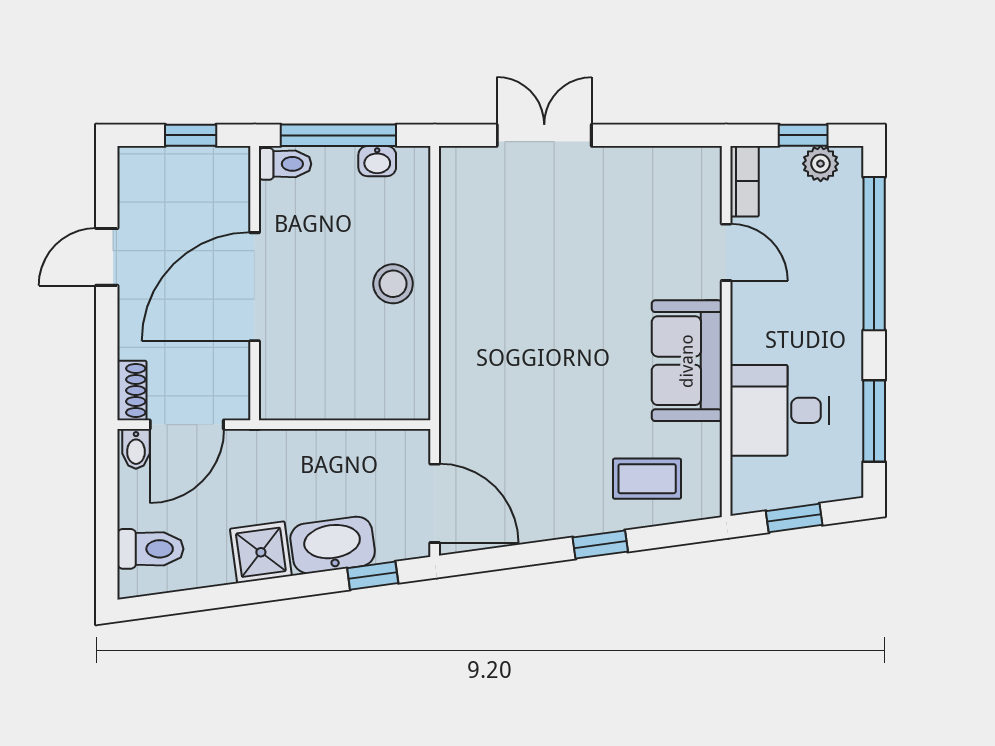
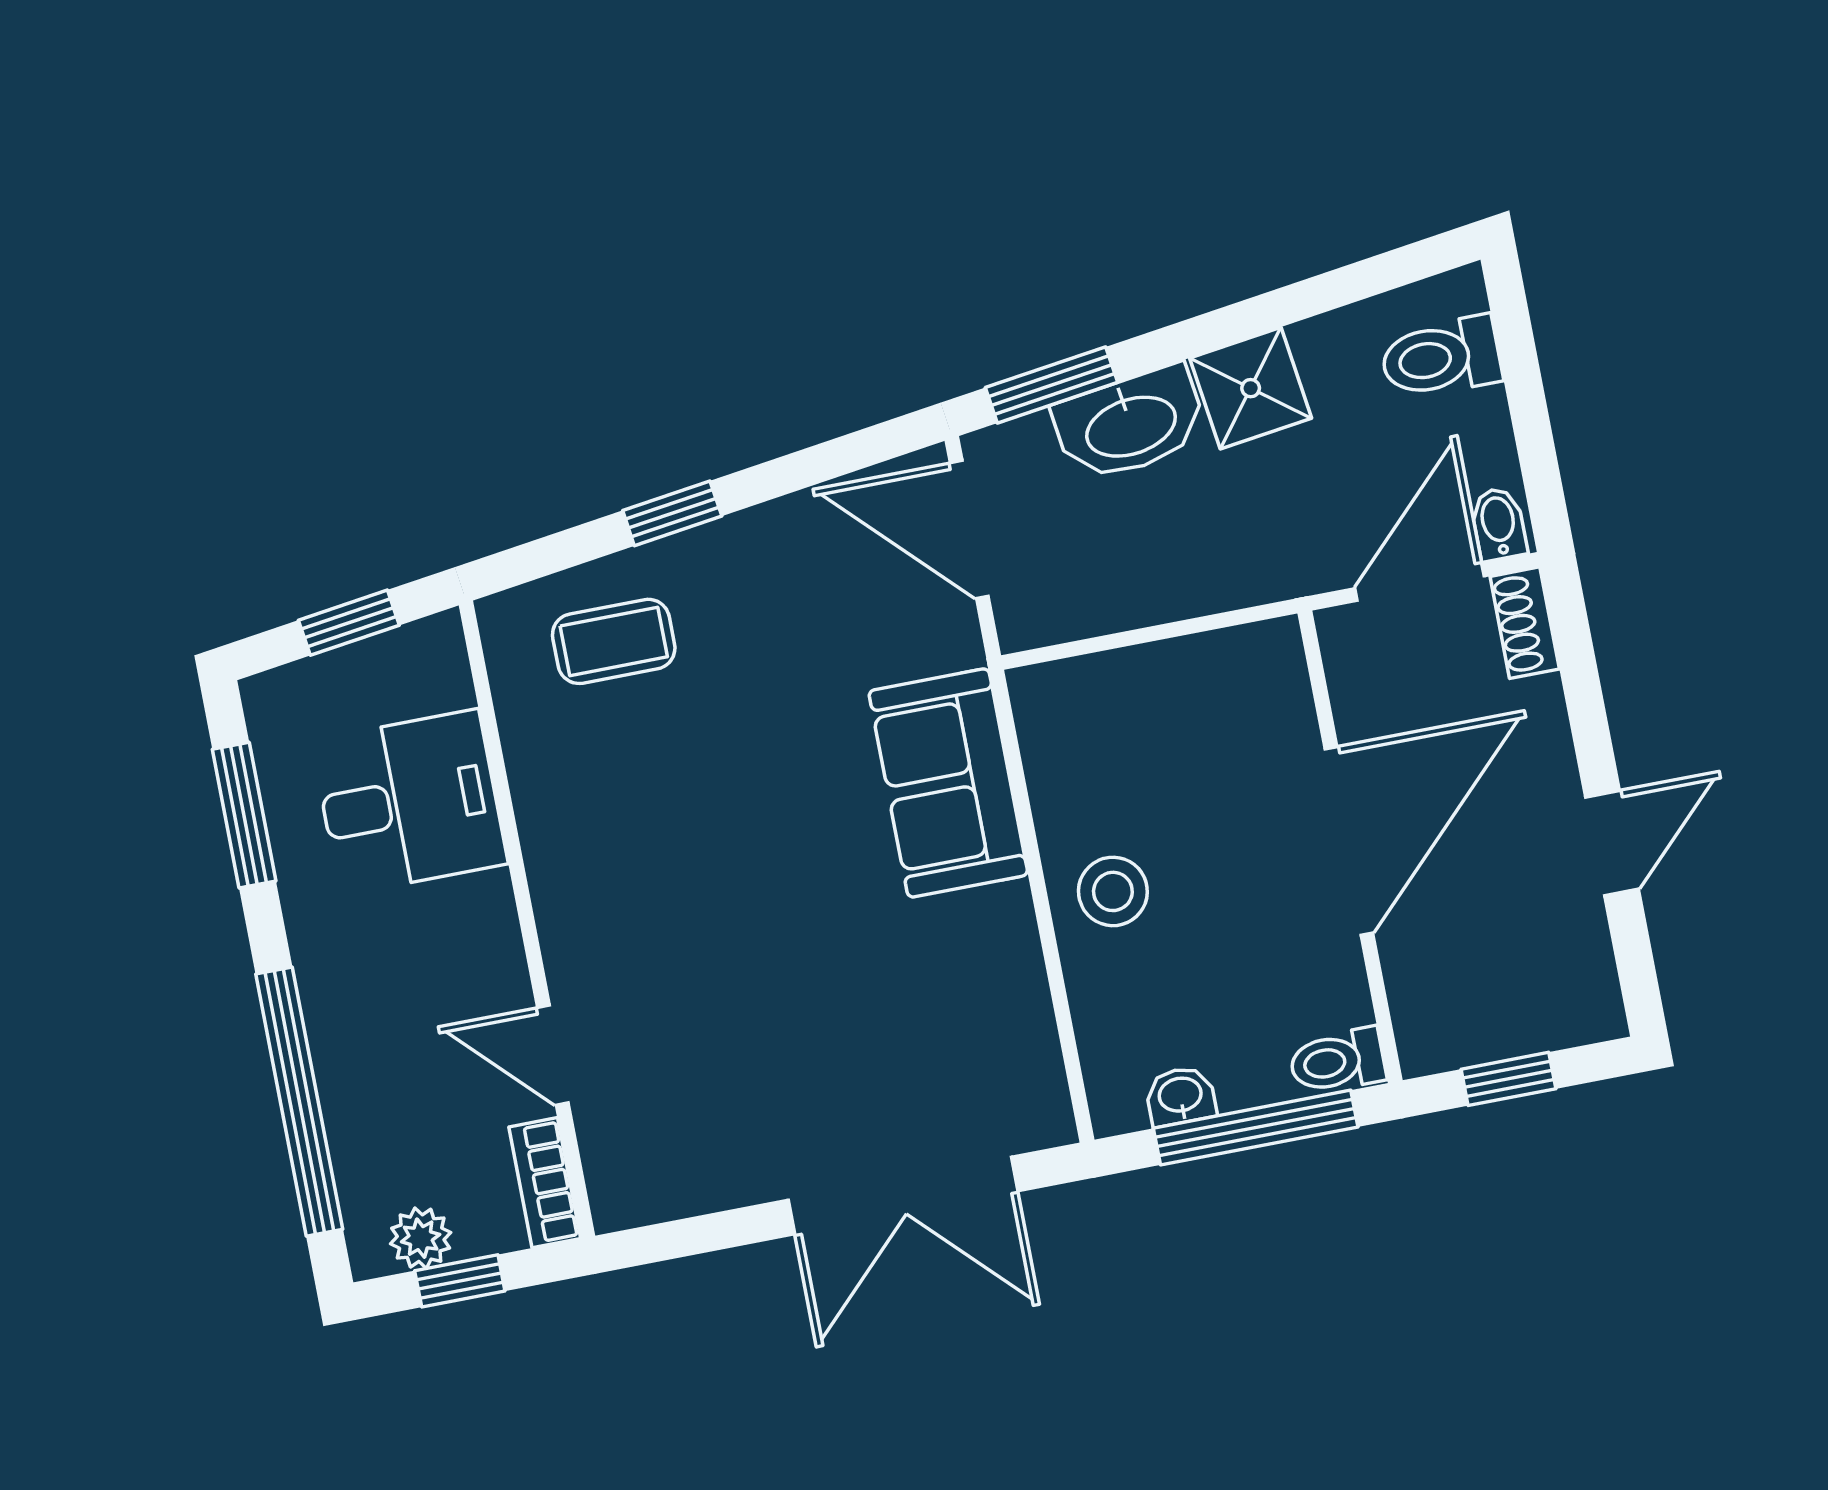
double door: (544, 135) -> (903, 1196), width x1.37
sofa: (687, 361) -> (948, 783), moved, turned 180
window: (373, 576) -> (1052, 385), width x1.50

